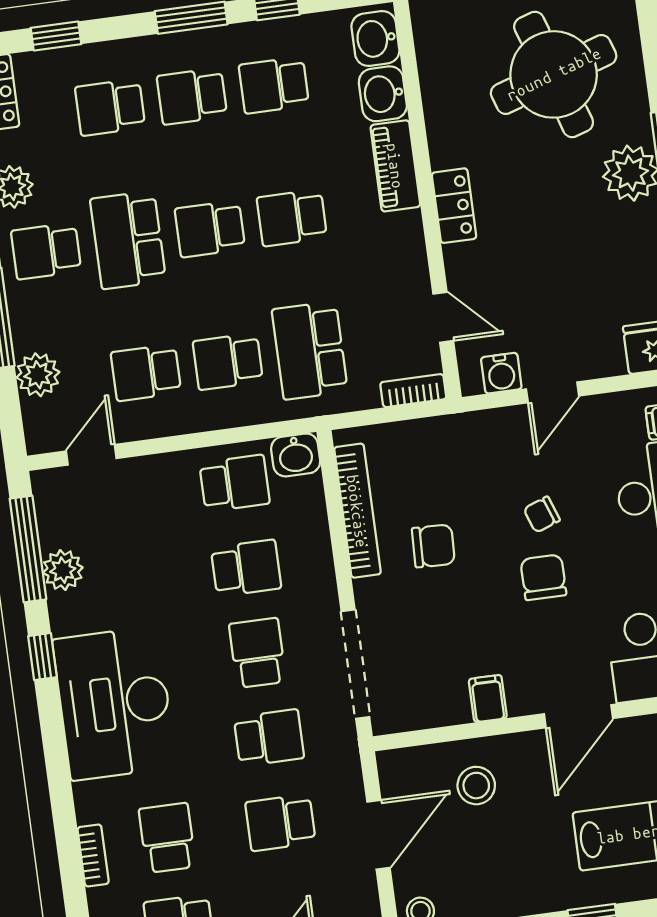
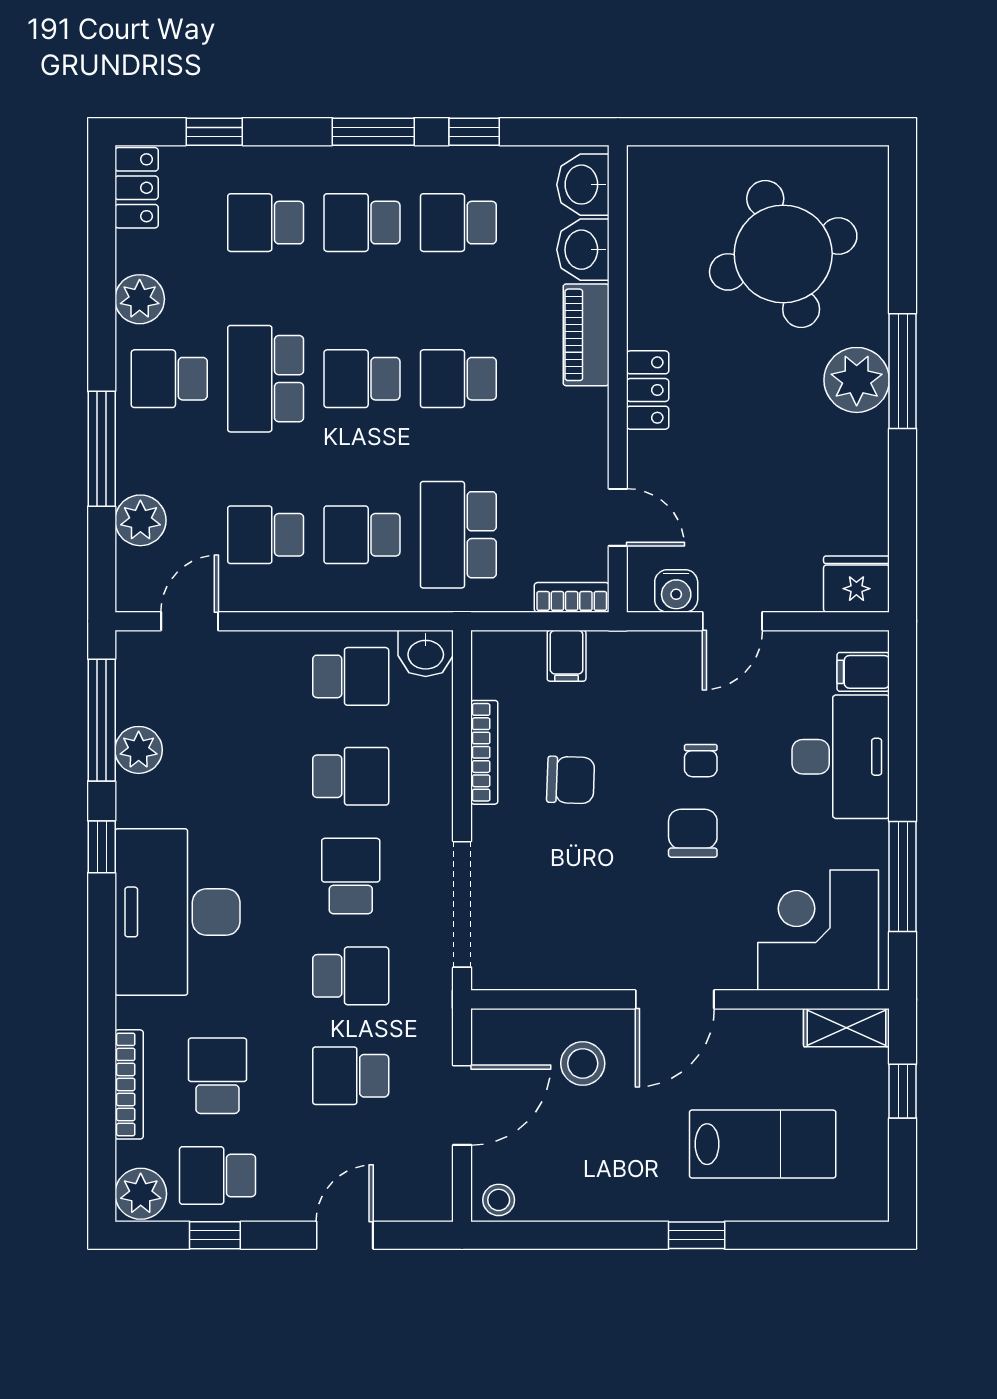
bookcase: (357, 511) -> (484, 752), width x0.68, depth x0.76
chair: (542, 515) -> (701, 761), turned -70
filing cabinet: (488, 699) -> (567, 656), moved, turned 180
door: (579, 716) -> (675, 999), moved
bookcase: (93, 855) -> (129, 1084), width x1.56

